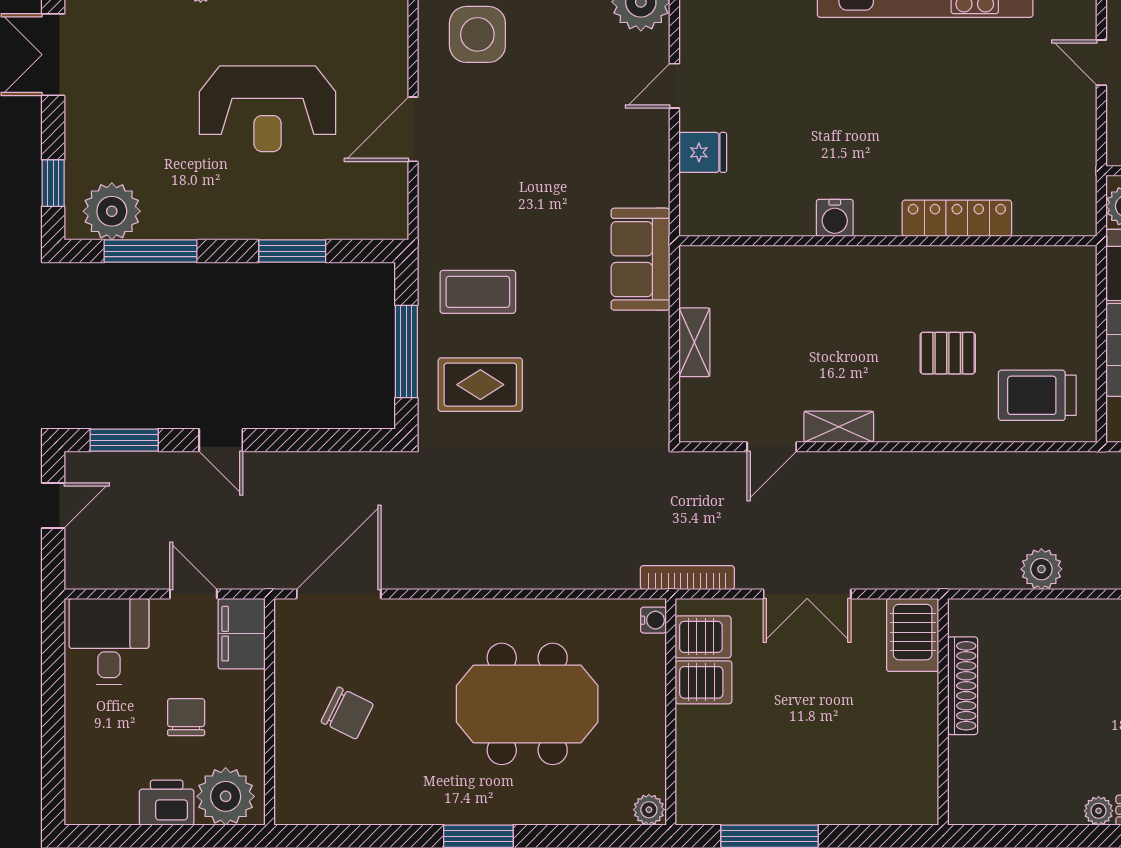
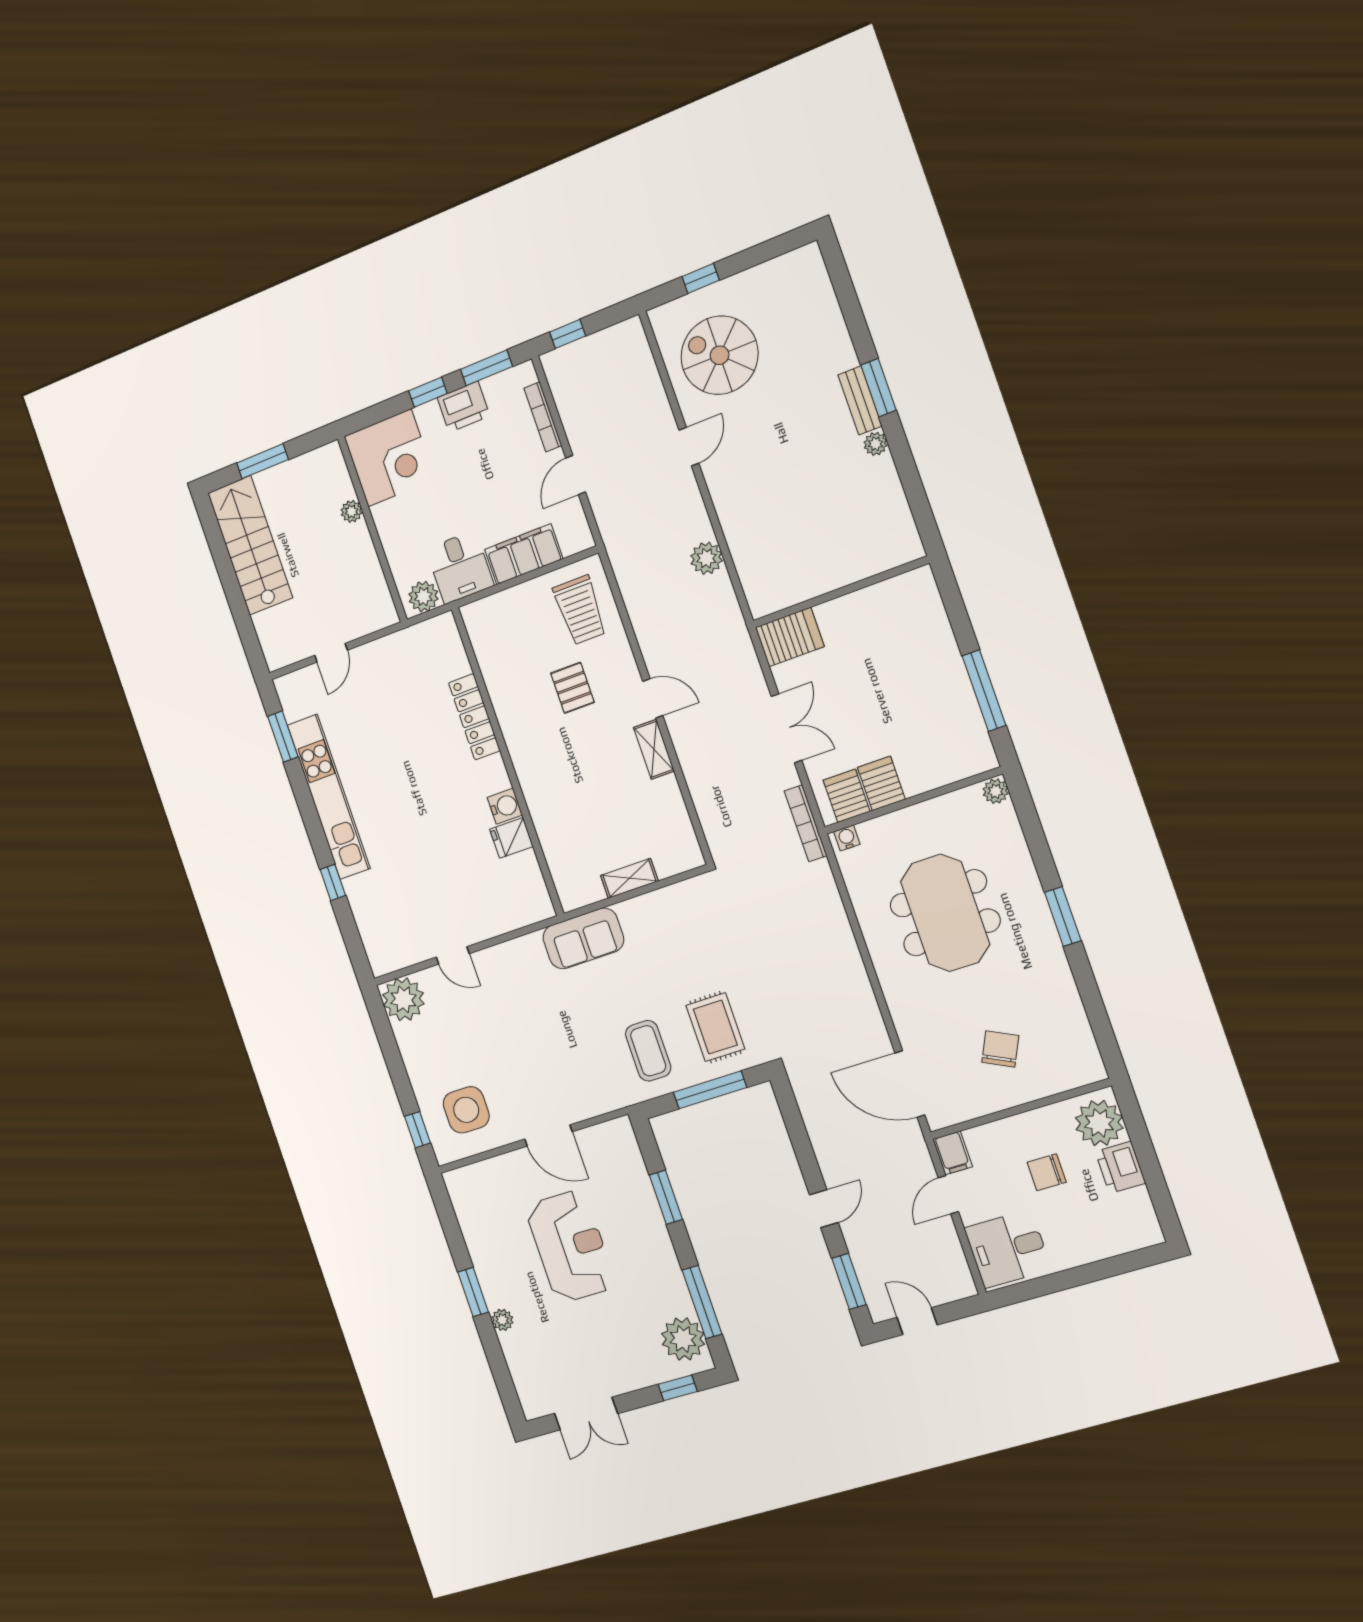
fridge: (703, 152) -> (511, 838), moved, turned -90
door: (772, 447) -> (653, 698), moved
filing cabinet: (242, 634) -> (953, 1153), width x0.50
shoe rack: (963, 686) -> (815, 585), removed

